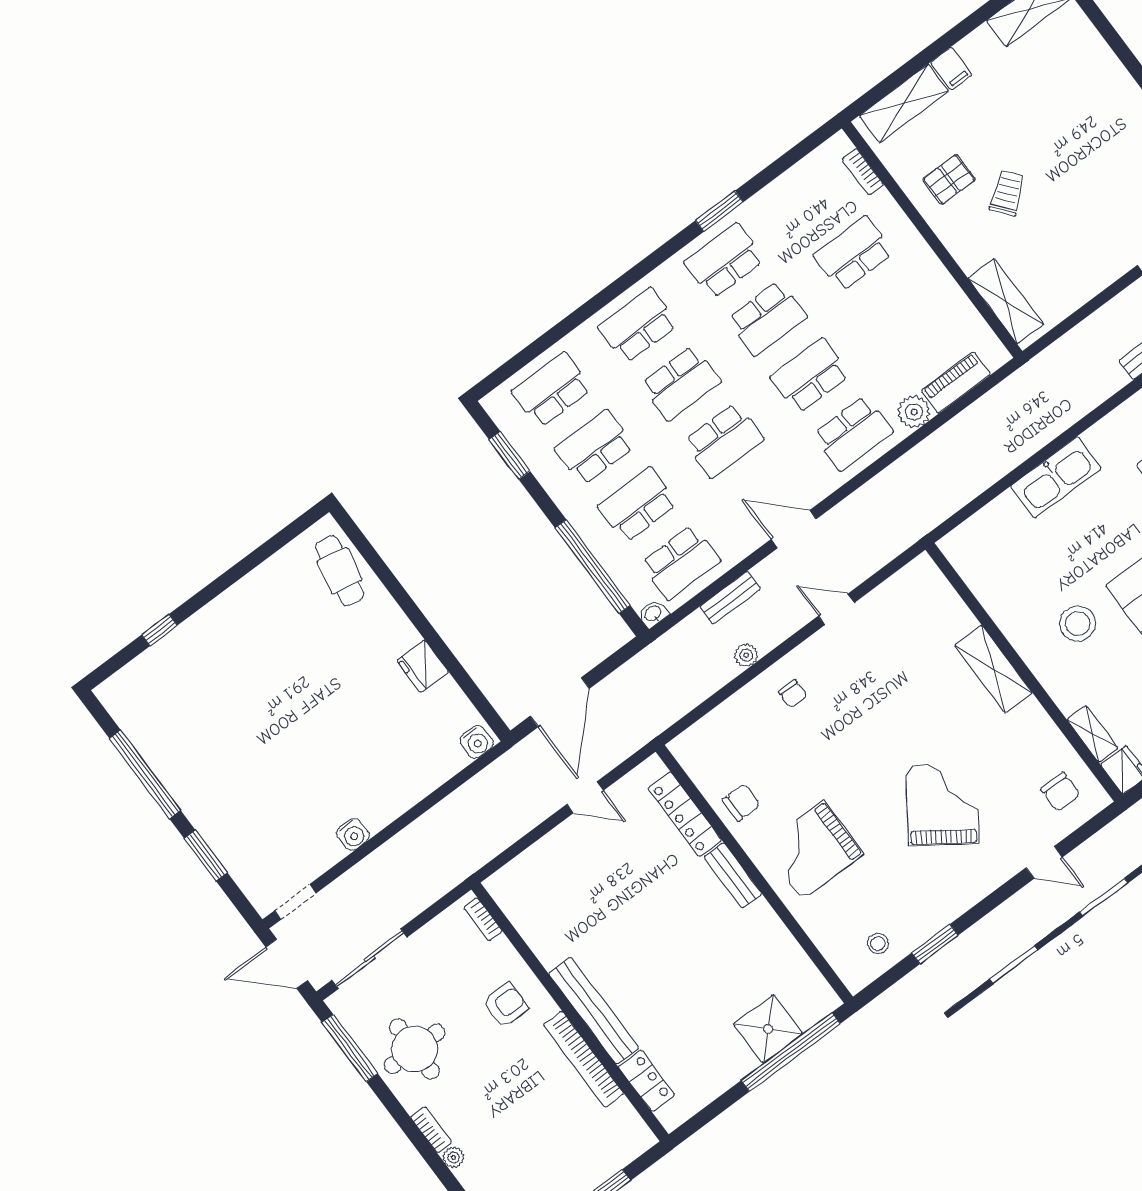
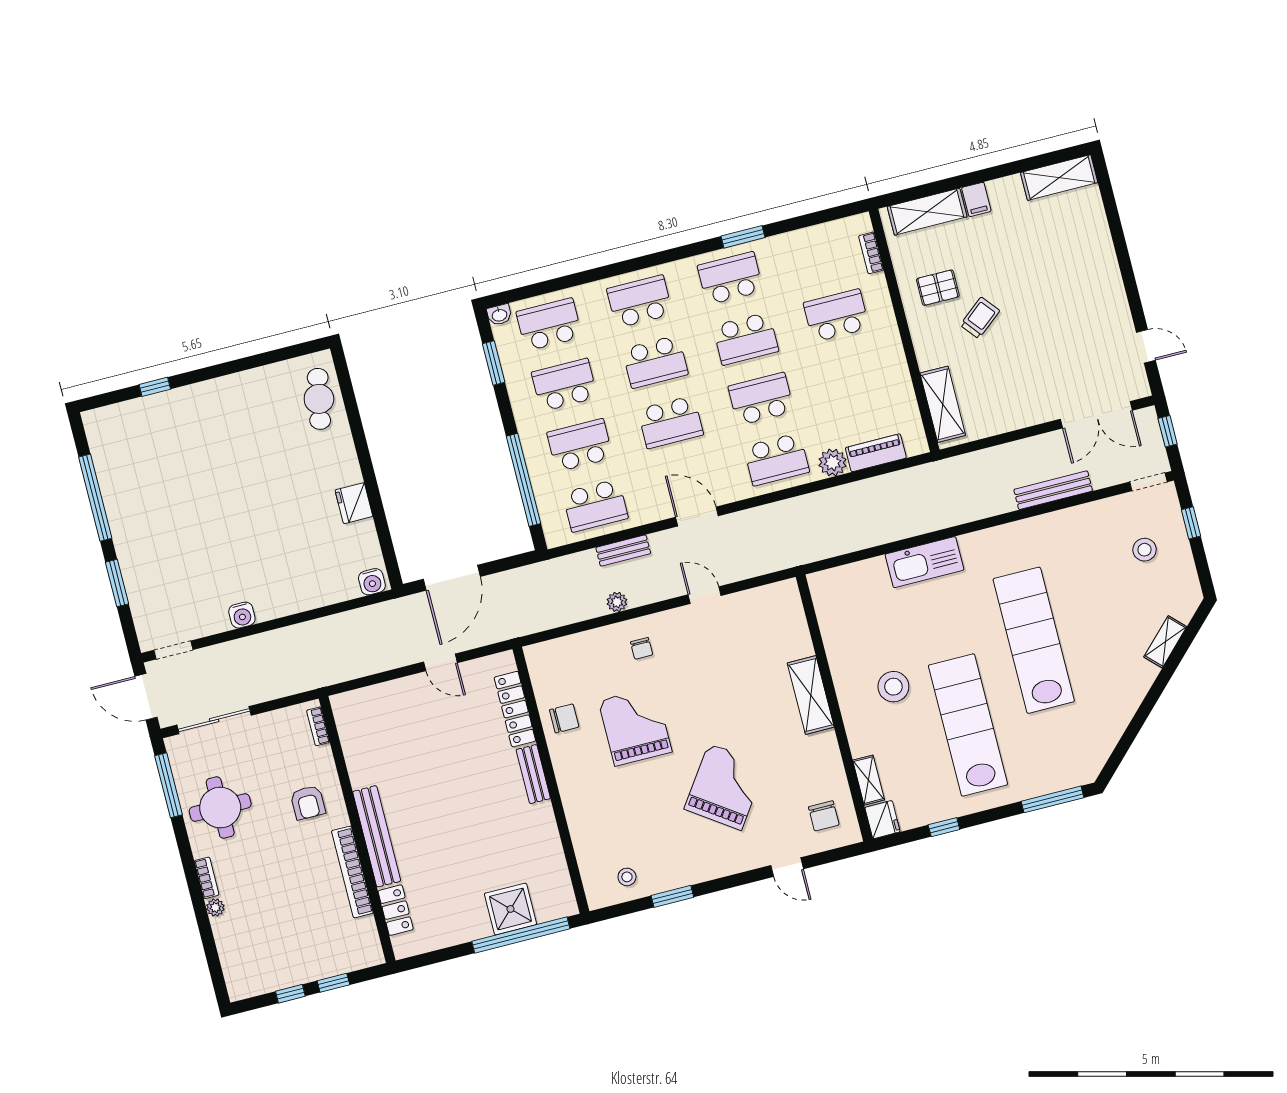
washbasin: (653, 614) -> (499, 315), moved, turned 180
grand piano: (813, 850) -> (635, 726), moved, turned 90
armchair: (506, 1005) -> (308, 803), turned 90

